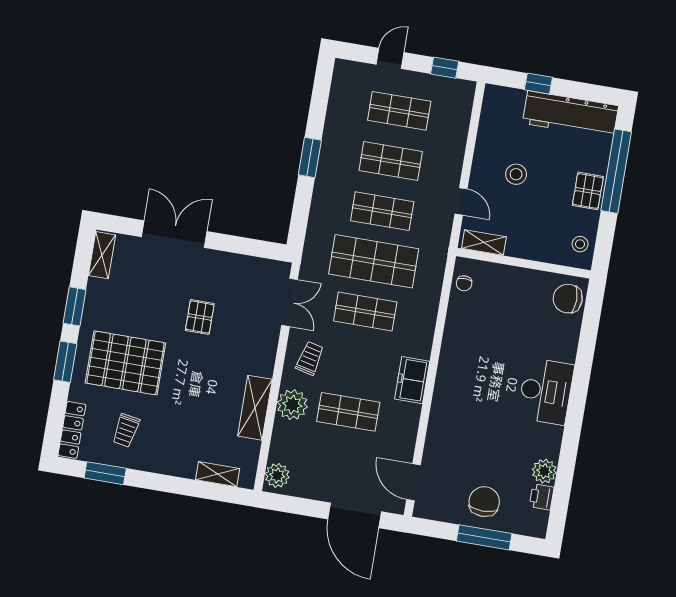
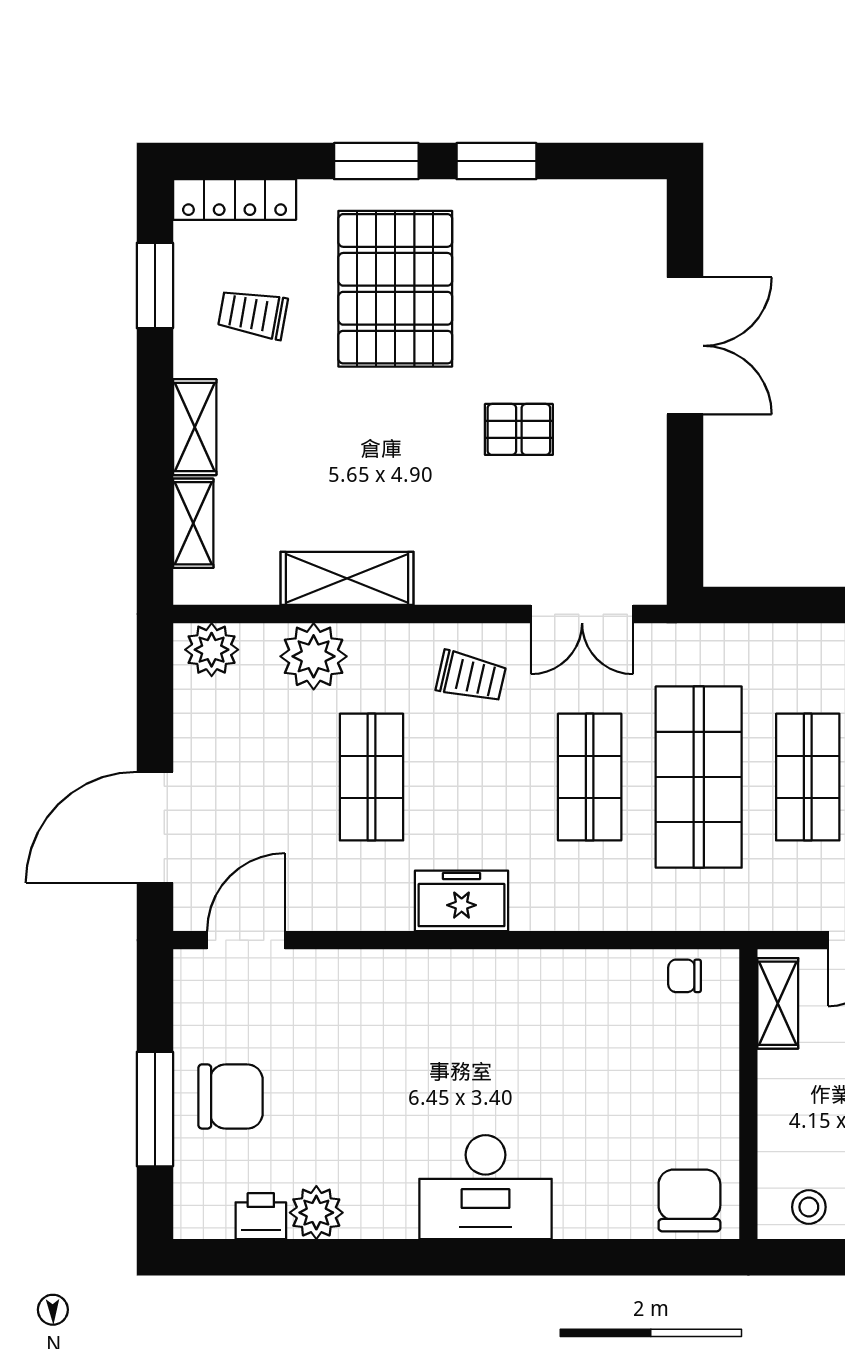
shelving: (102, 255) -> (195, 427), moved, turned 90
plant: (292, 405) -> (314, 656), moved

